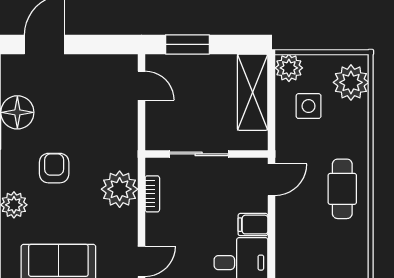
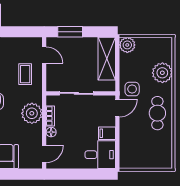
plant: (351, 82) -> (162, 73), moved
side table: (309, 106) -> (132, 89), moved
coffee table: (108, 120) -> (25, 74), added
floor lamp: (154, 222) -> (51, 132), added

